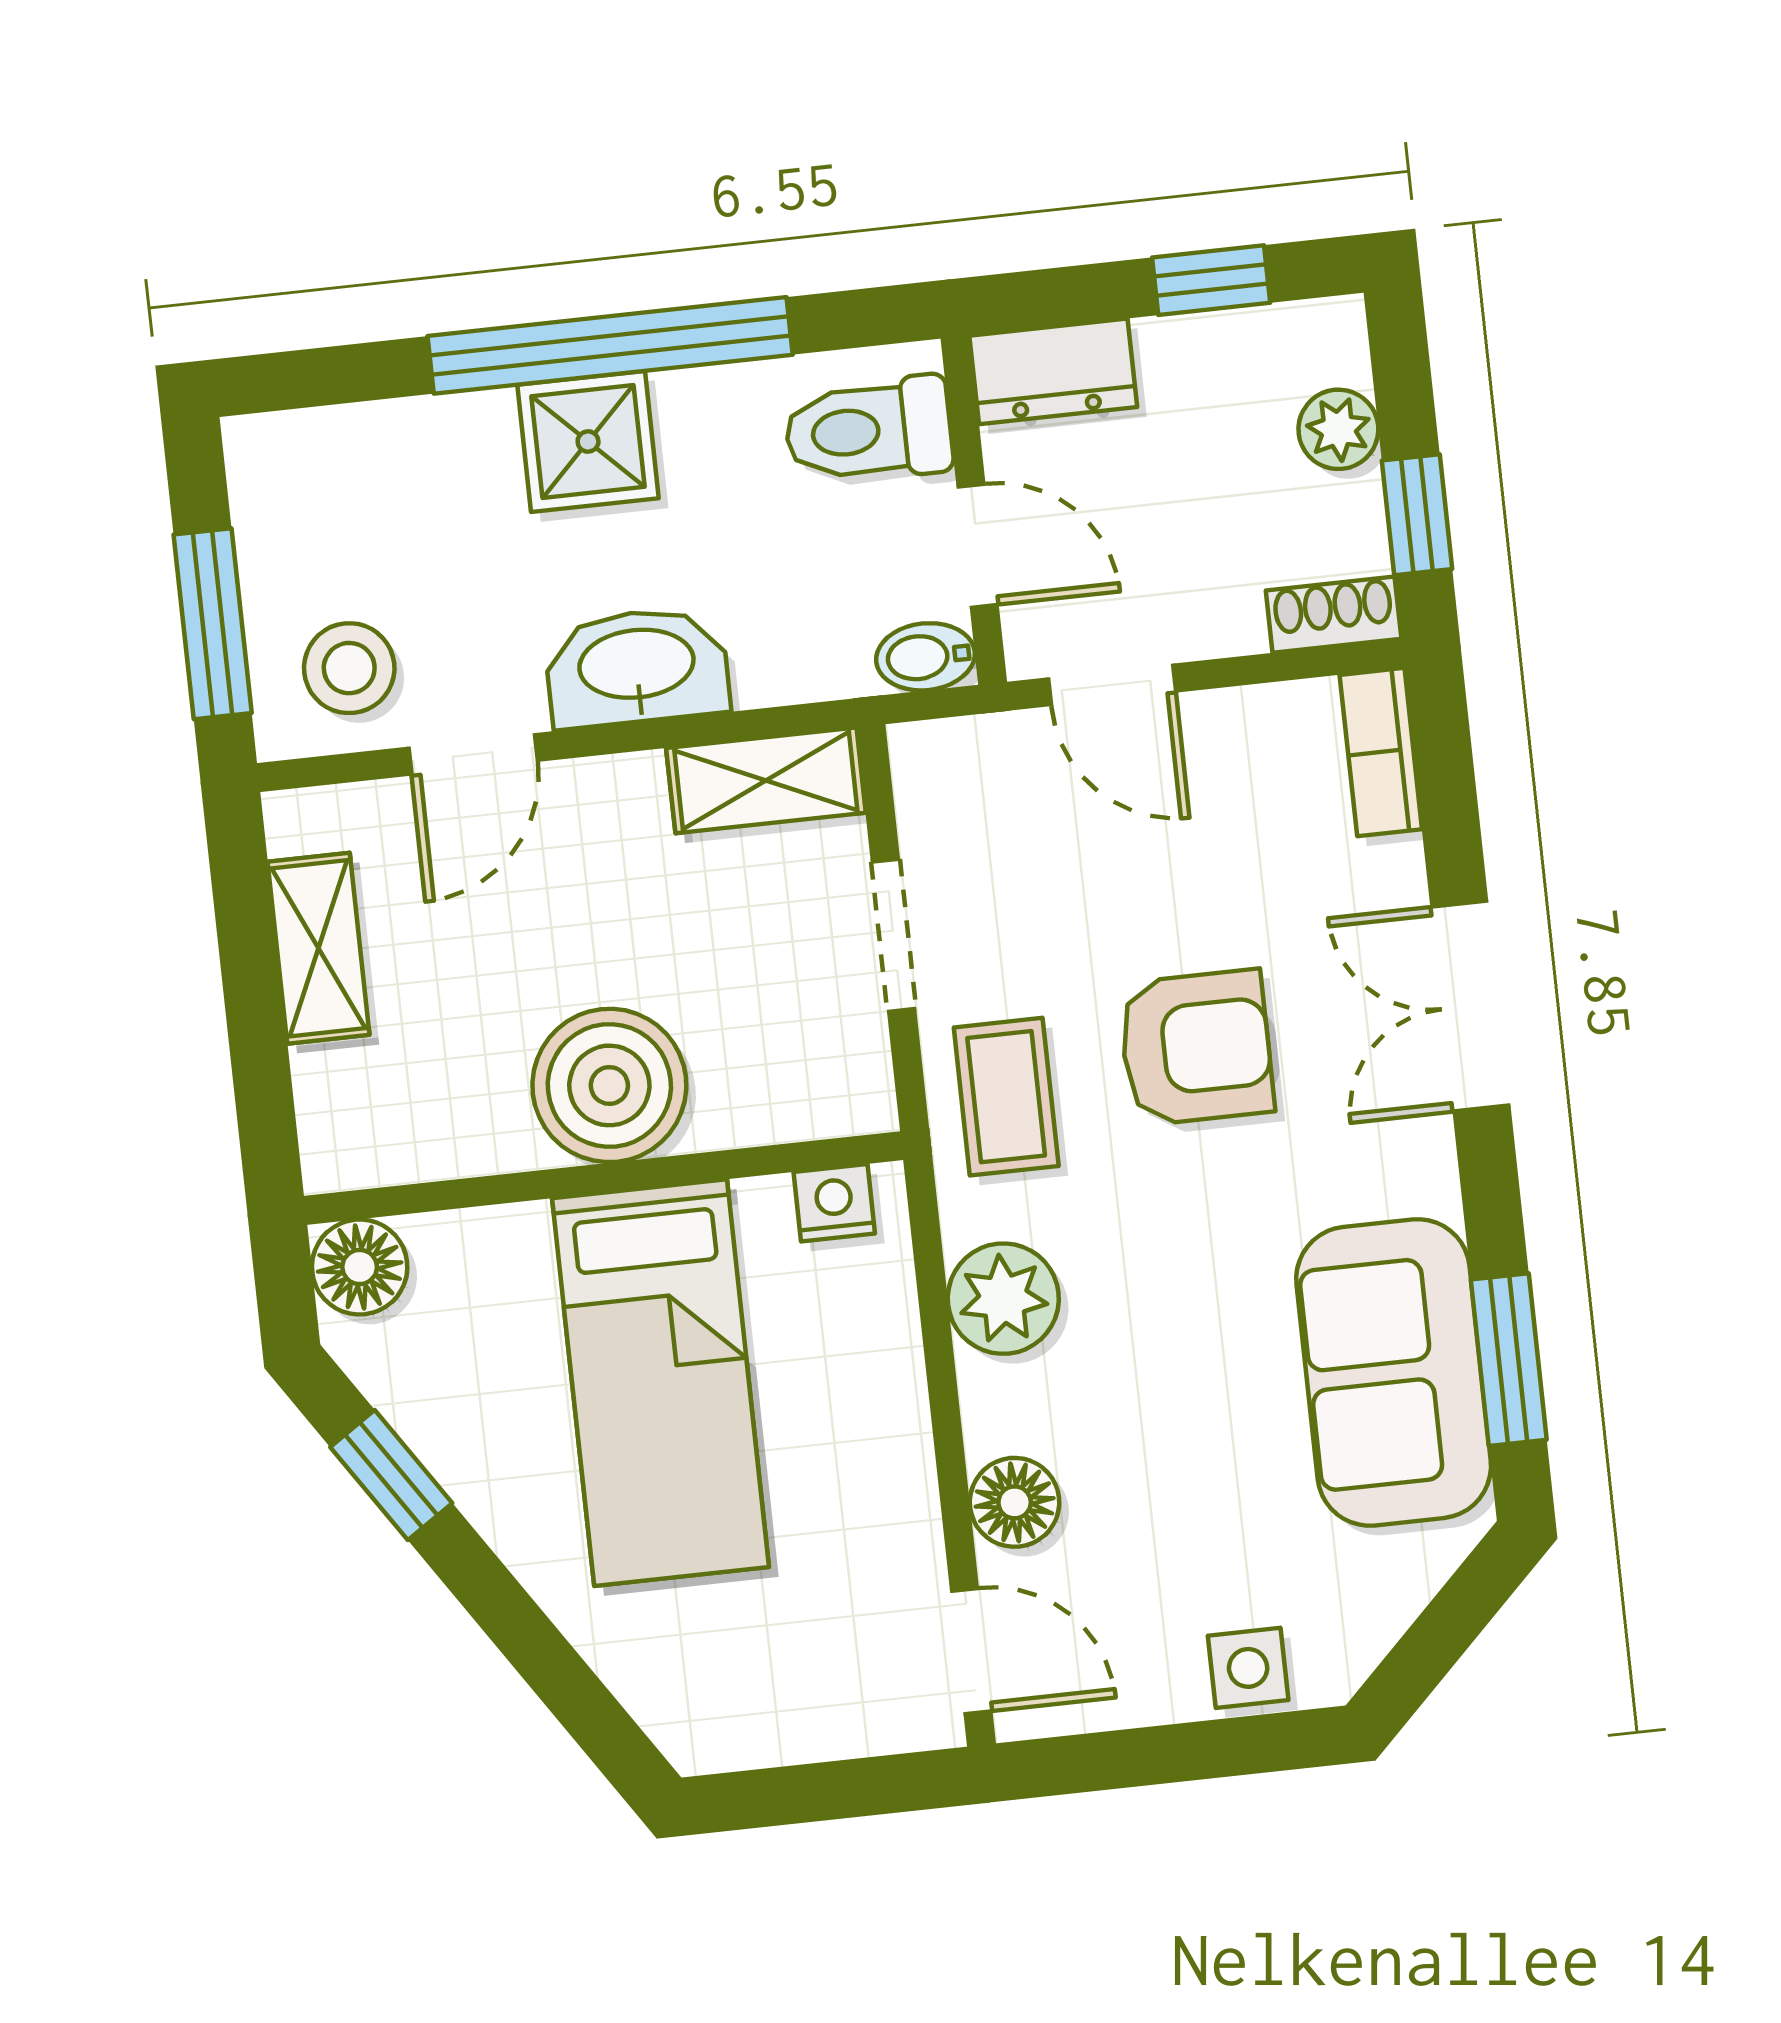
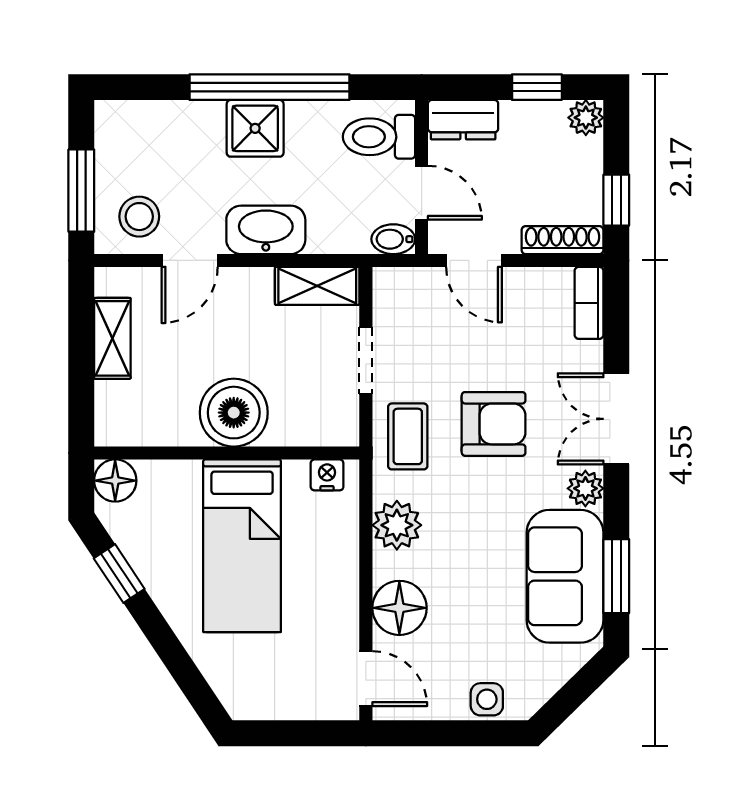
plant: (1338, 429) -> (586, 118), moved
shoe rack: (1334, 615) -> (562, 240), width x1.43
plant: (1418, 1170) -> (585, 488), added
floor lamp: (1015, 1502) -> (399, 608), width x1.38, depth x1.38

